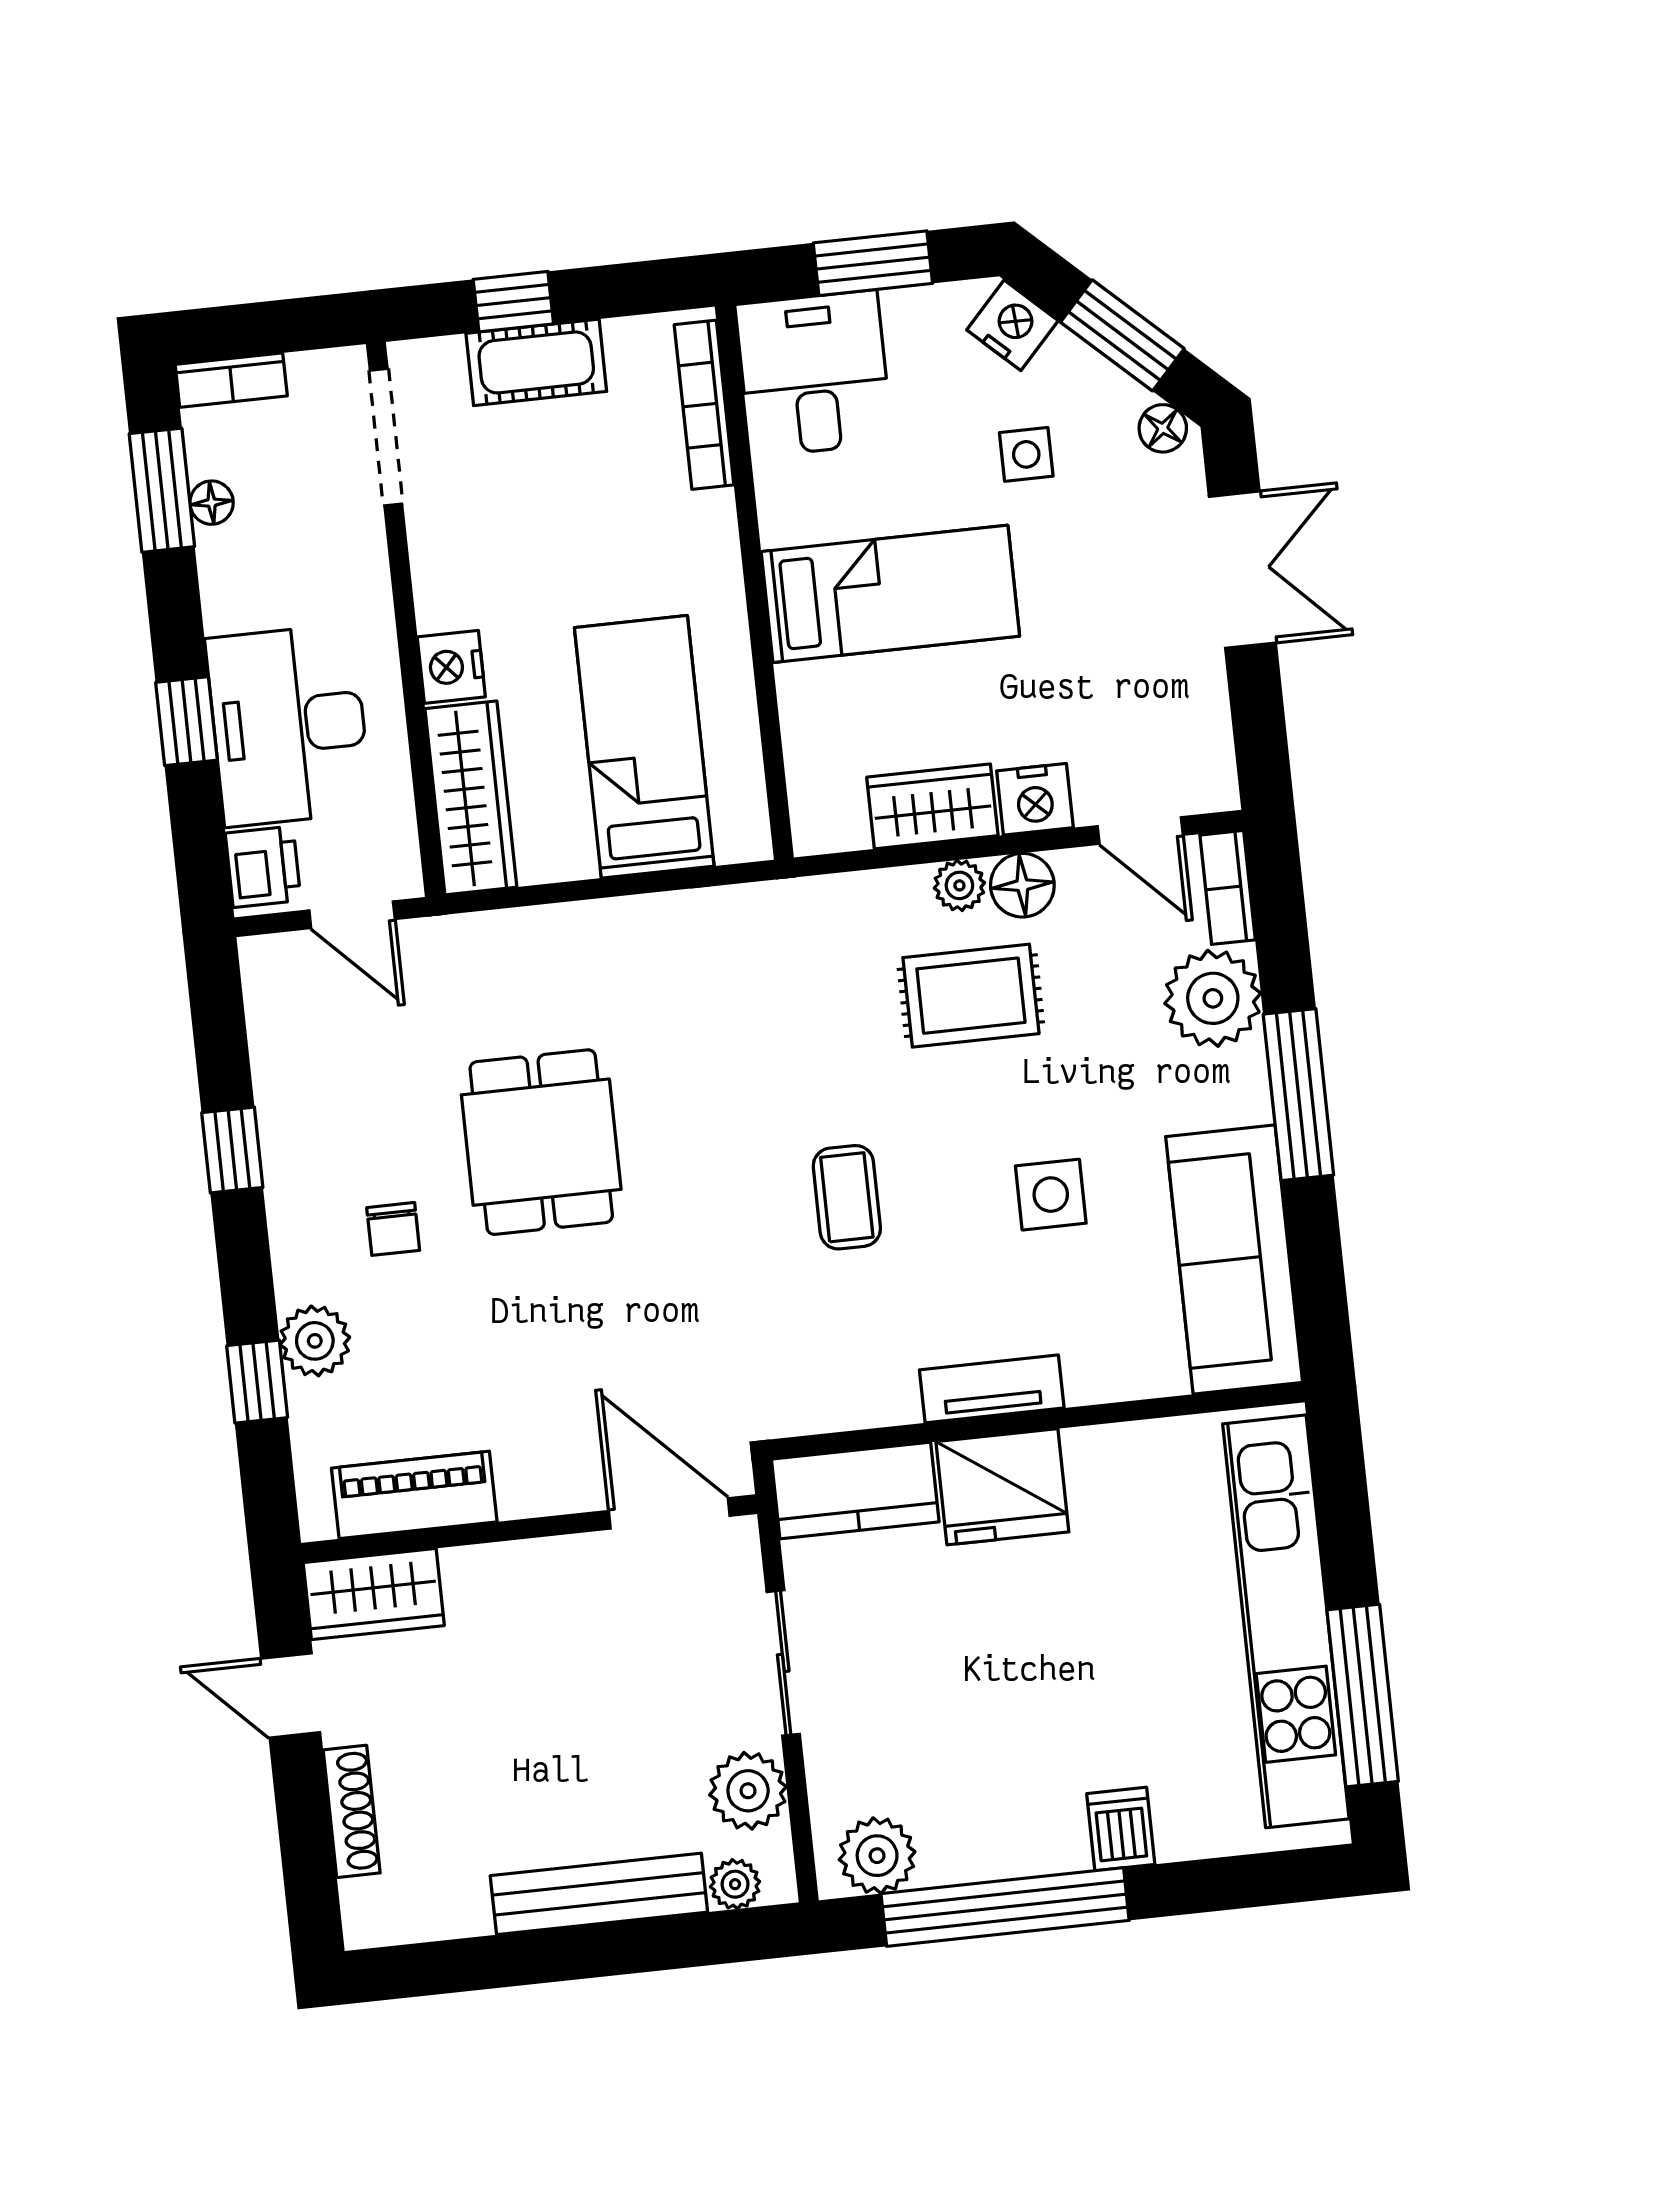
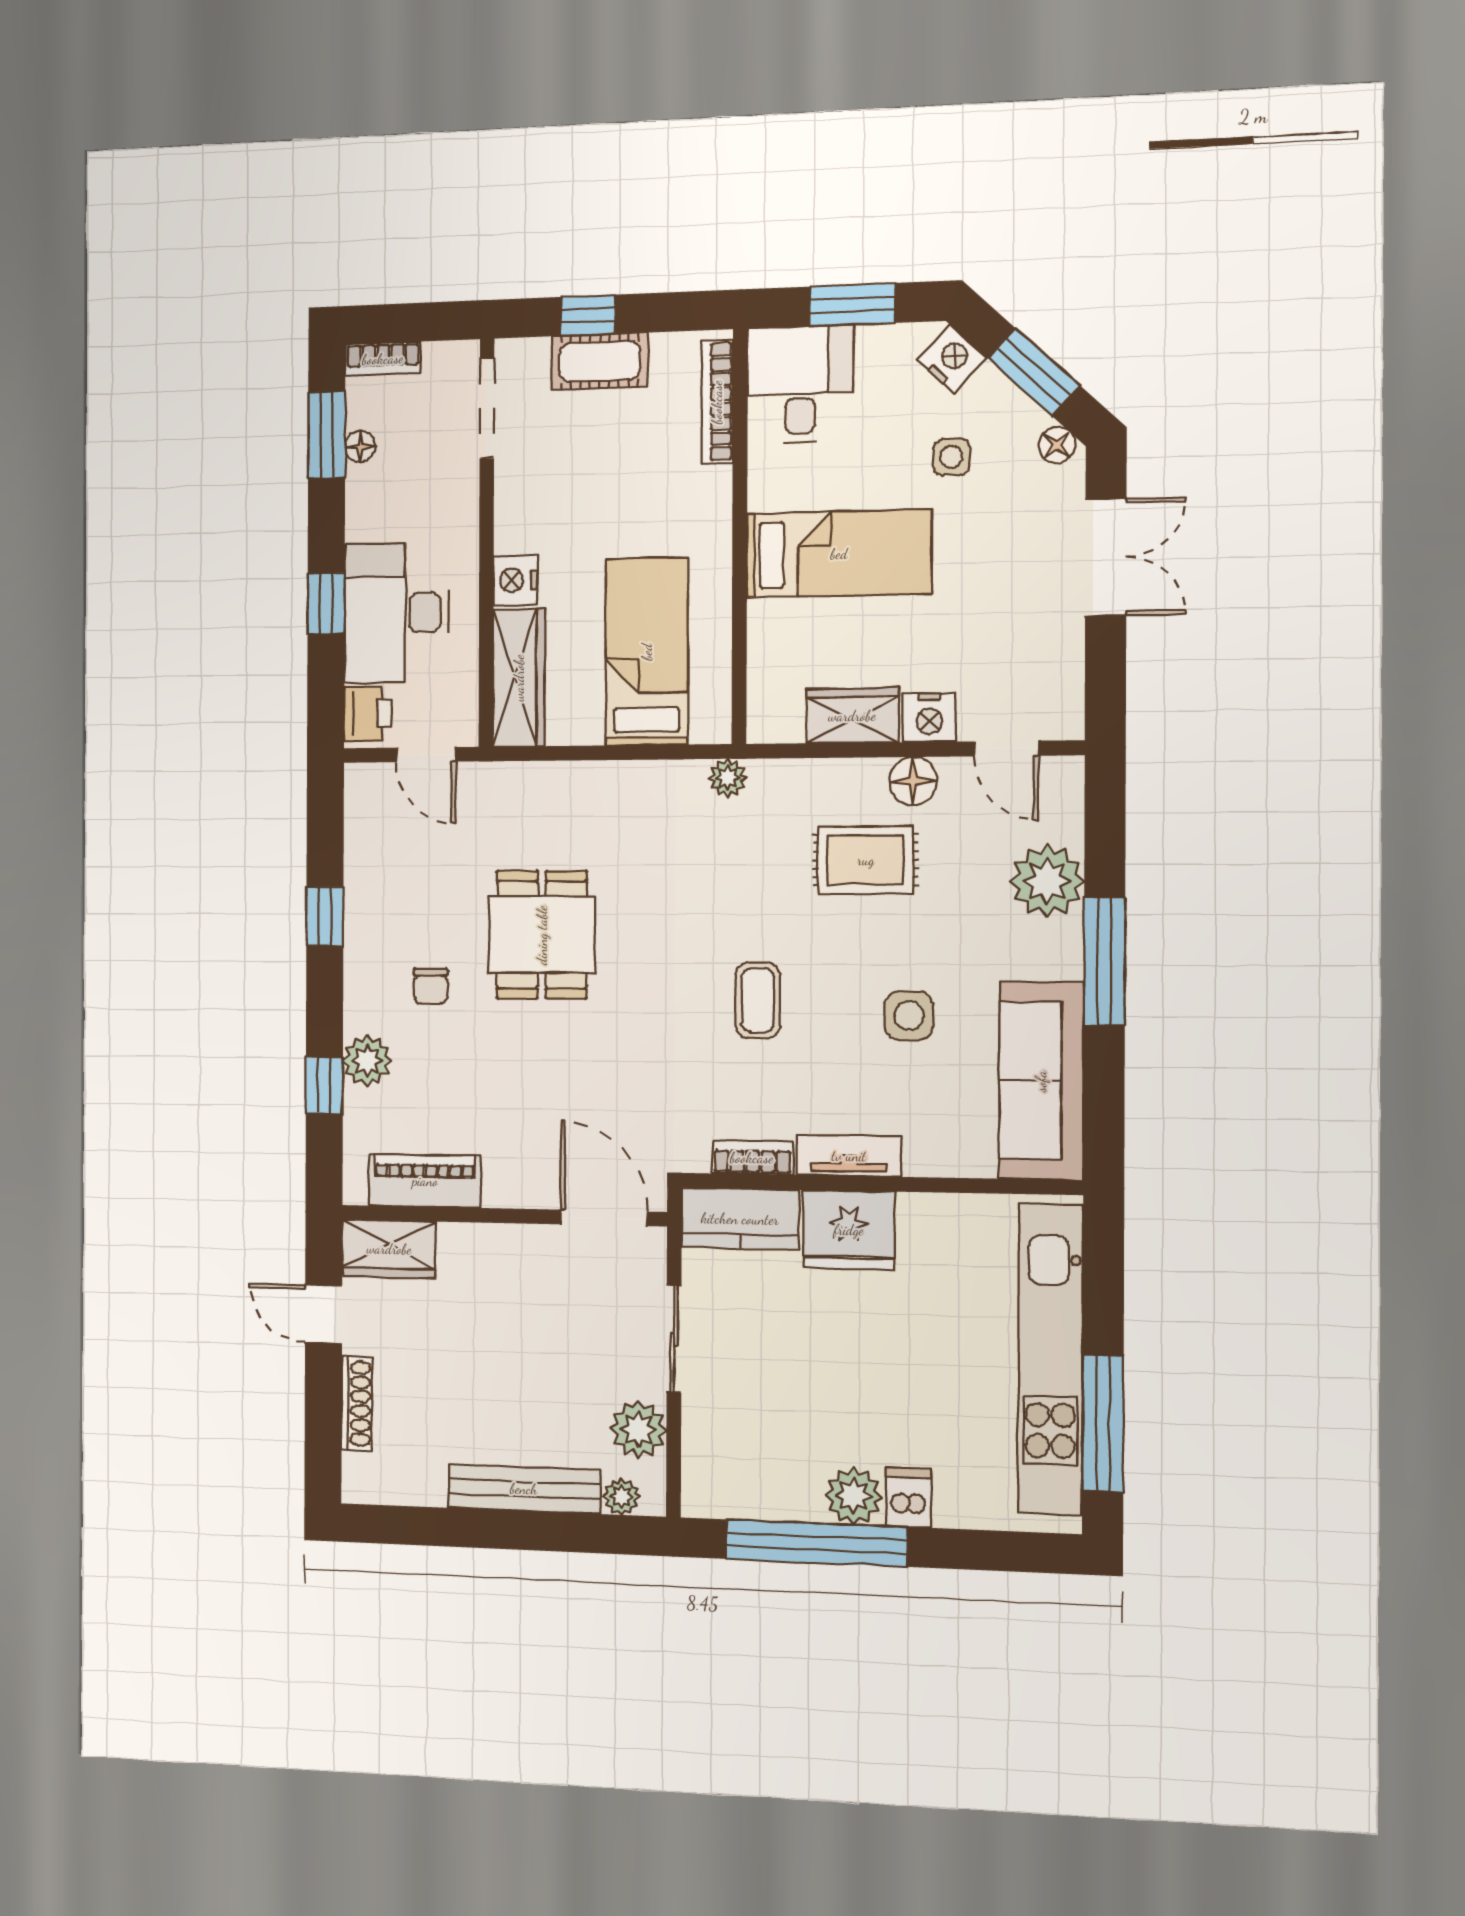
plant: (959, 885) -> (727, 778), moved
bookcase: (1228, 887) -> (752, 1158), moved, turned 90
plant: (877, 1856) -> (854, 1496), moved

